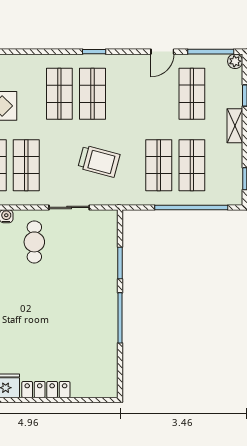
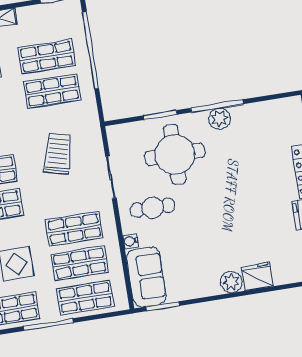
round table: (81, 271) -> (175, 154), added
plant: (108, 318) -> (219, 119), added

